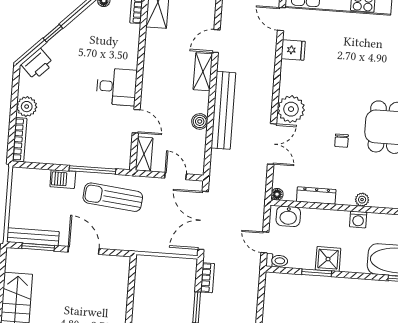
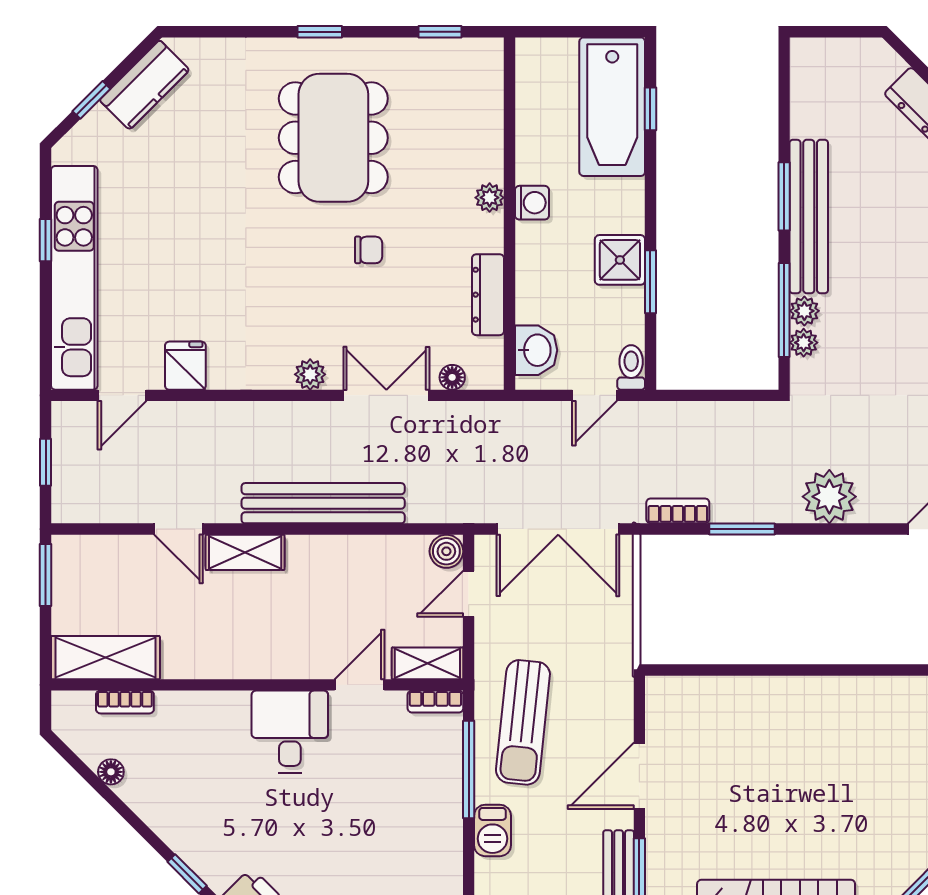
plant: (291, 109) -> (310, 374), width x0.53, depth x0.53
boiler: (200, 121) -> (446, 551), moved
bookcase: (126, 157) -> (435, 702), added
floor lamp: (277, 194) -> (452, 377), moved

